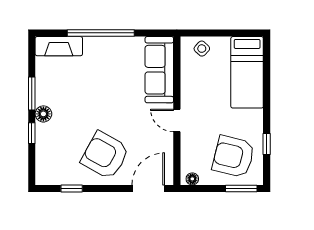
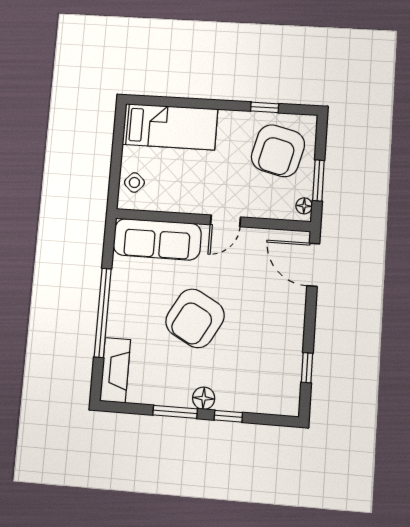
armchair: (105, 155) -> (195, 318), moved
window: (241, 188) -> (318, 180), moved

